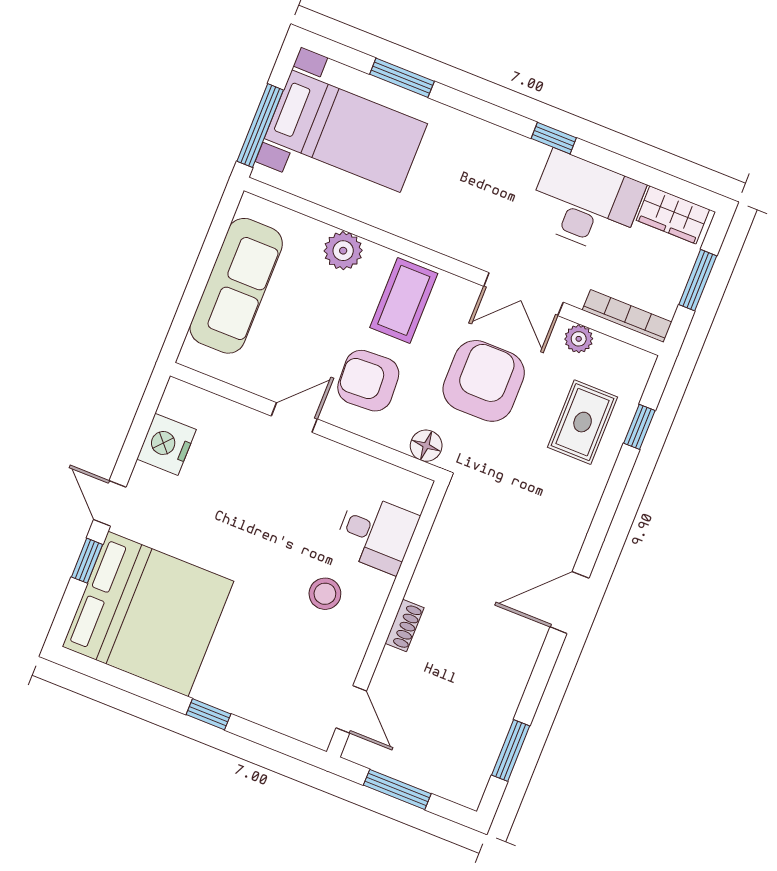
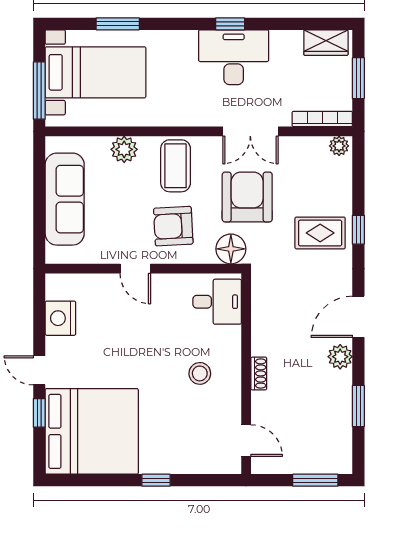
desk: (585, 203) -> (234, 57), moved
plant: (579, 339) -> (339, 146), moved
door: (294, 417) -> (135, 269), swing flipped
rug: (583, 422) -> (320, 233), moved, turned 90
window: (639, 427) -> (358, 230), moved
floor lamp: (426, 446) -> (231, 249), width x1.38, depth x1.38
desk: (376, 533) -> (217, 302), moved
plant: (523, 647) -> (340, 357), added
window: (511, 751) -> (358, 406), moved
window: (397, 789) -> (315, 480), moved

